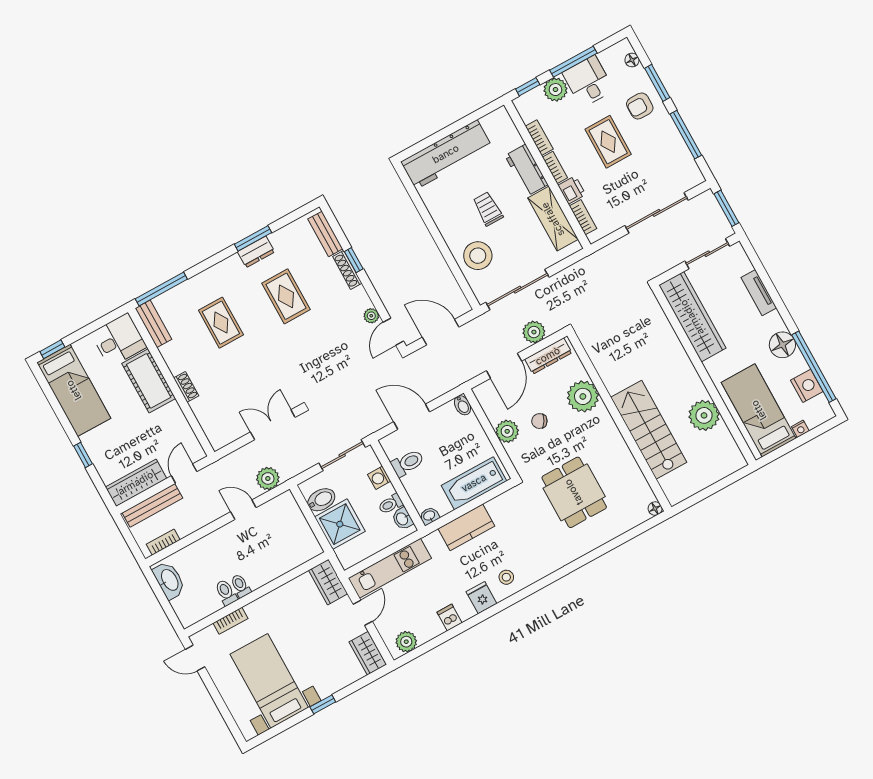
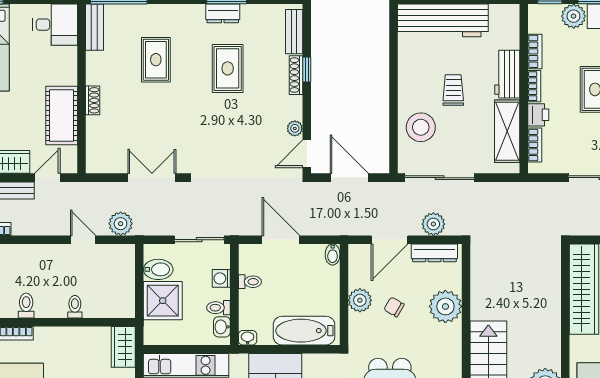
cot: (149, 381) -> (62, 116), moved
toilet: (408, 463) -> (250, 282), width x0.73, depth x0.72
toilet: (241, 586) -> (75, 307), moved

